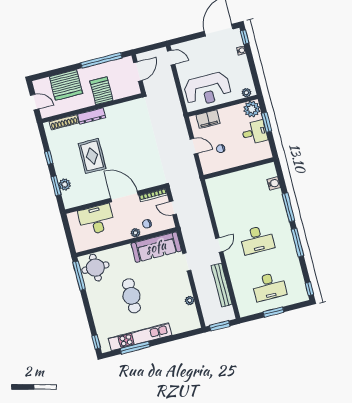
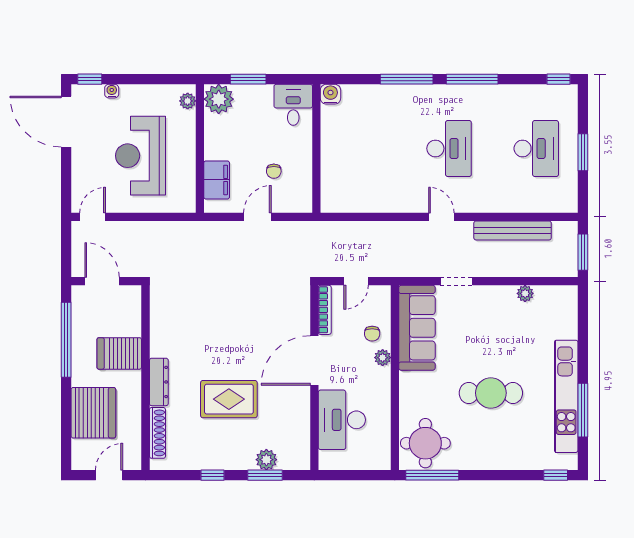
reception desk: (207, 89) -> (141, 156), moved, turned 180
desk: (254, 132) -> (293, 105), moved
water cooler: (274, 183) -> (330, 94), moved

